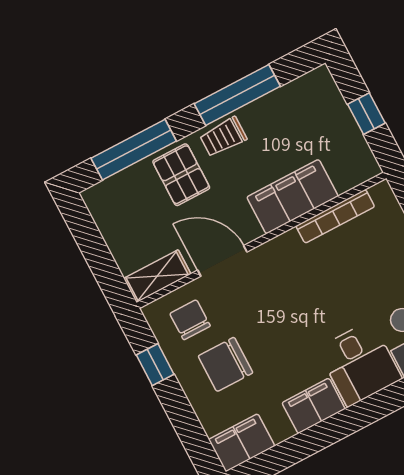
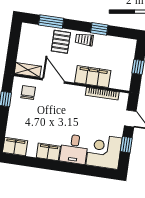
window: (237, 95) -> (99, 29), width x0.46
window: (134, 150) -> (51, 22), width x0.69
chair: (225, 364) -> (29, 116), removed

